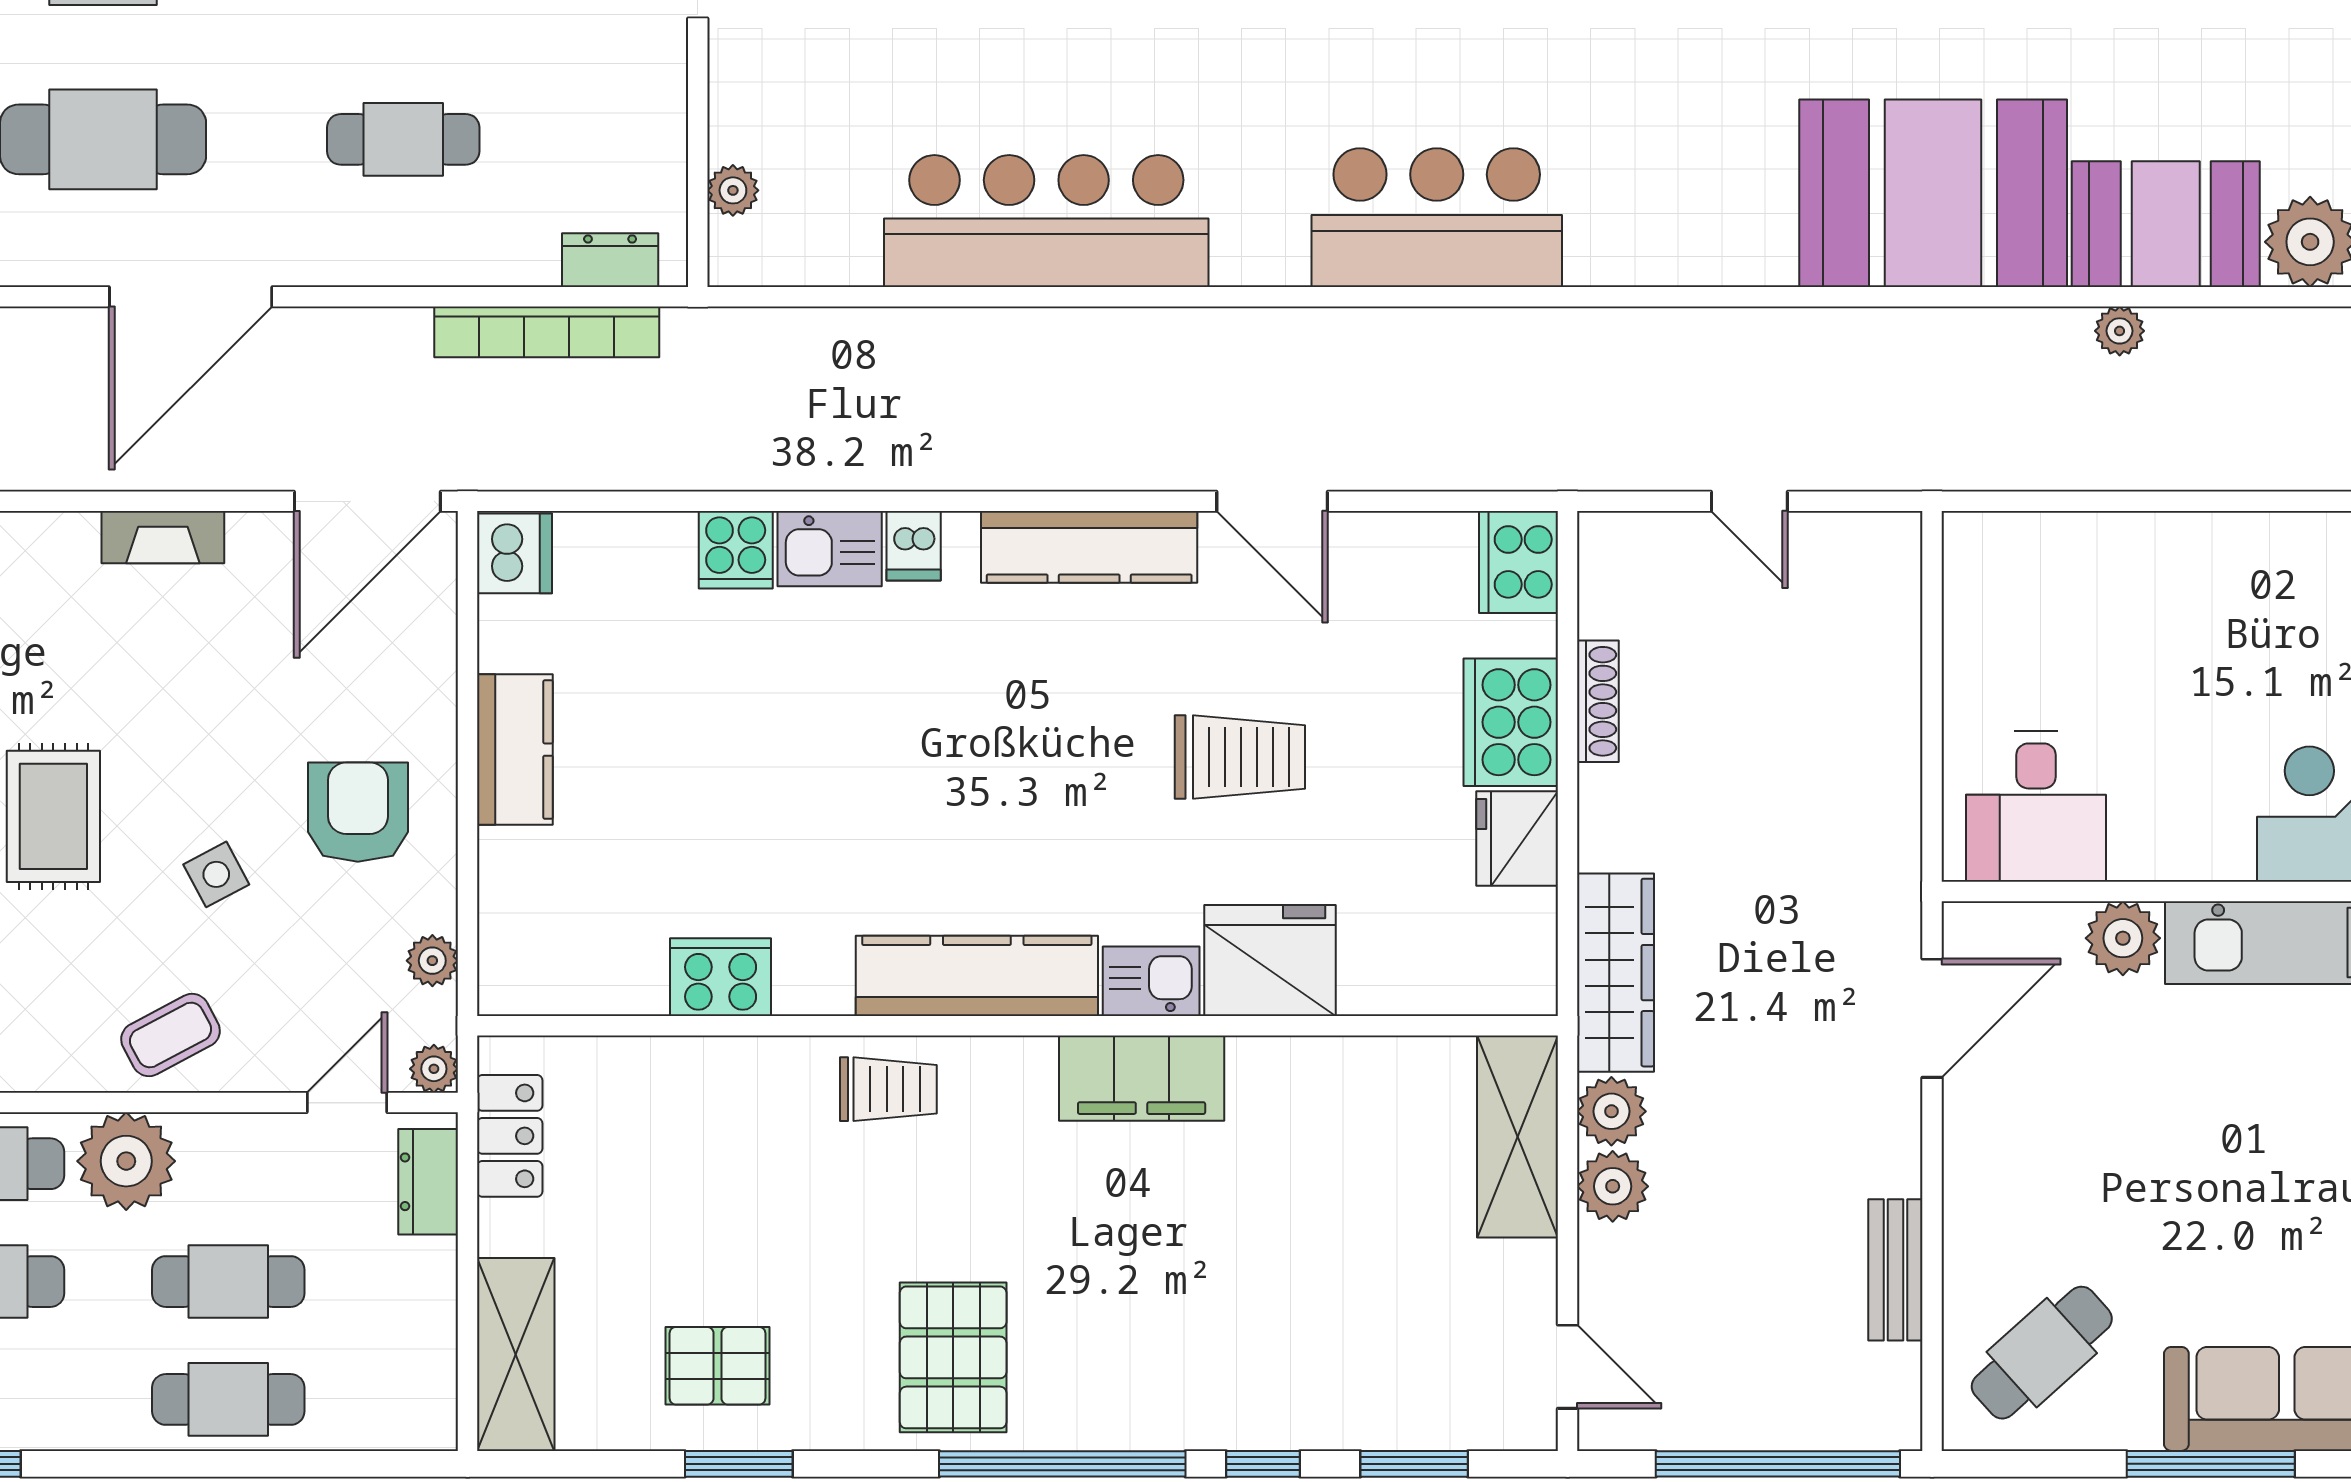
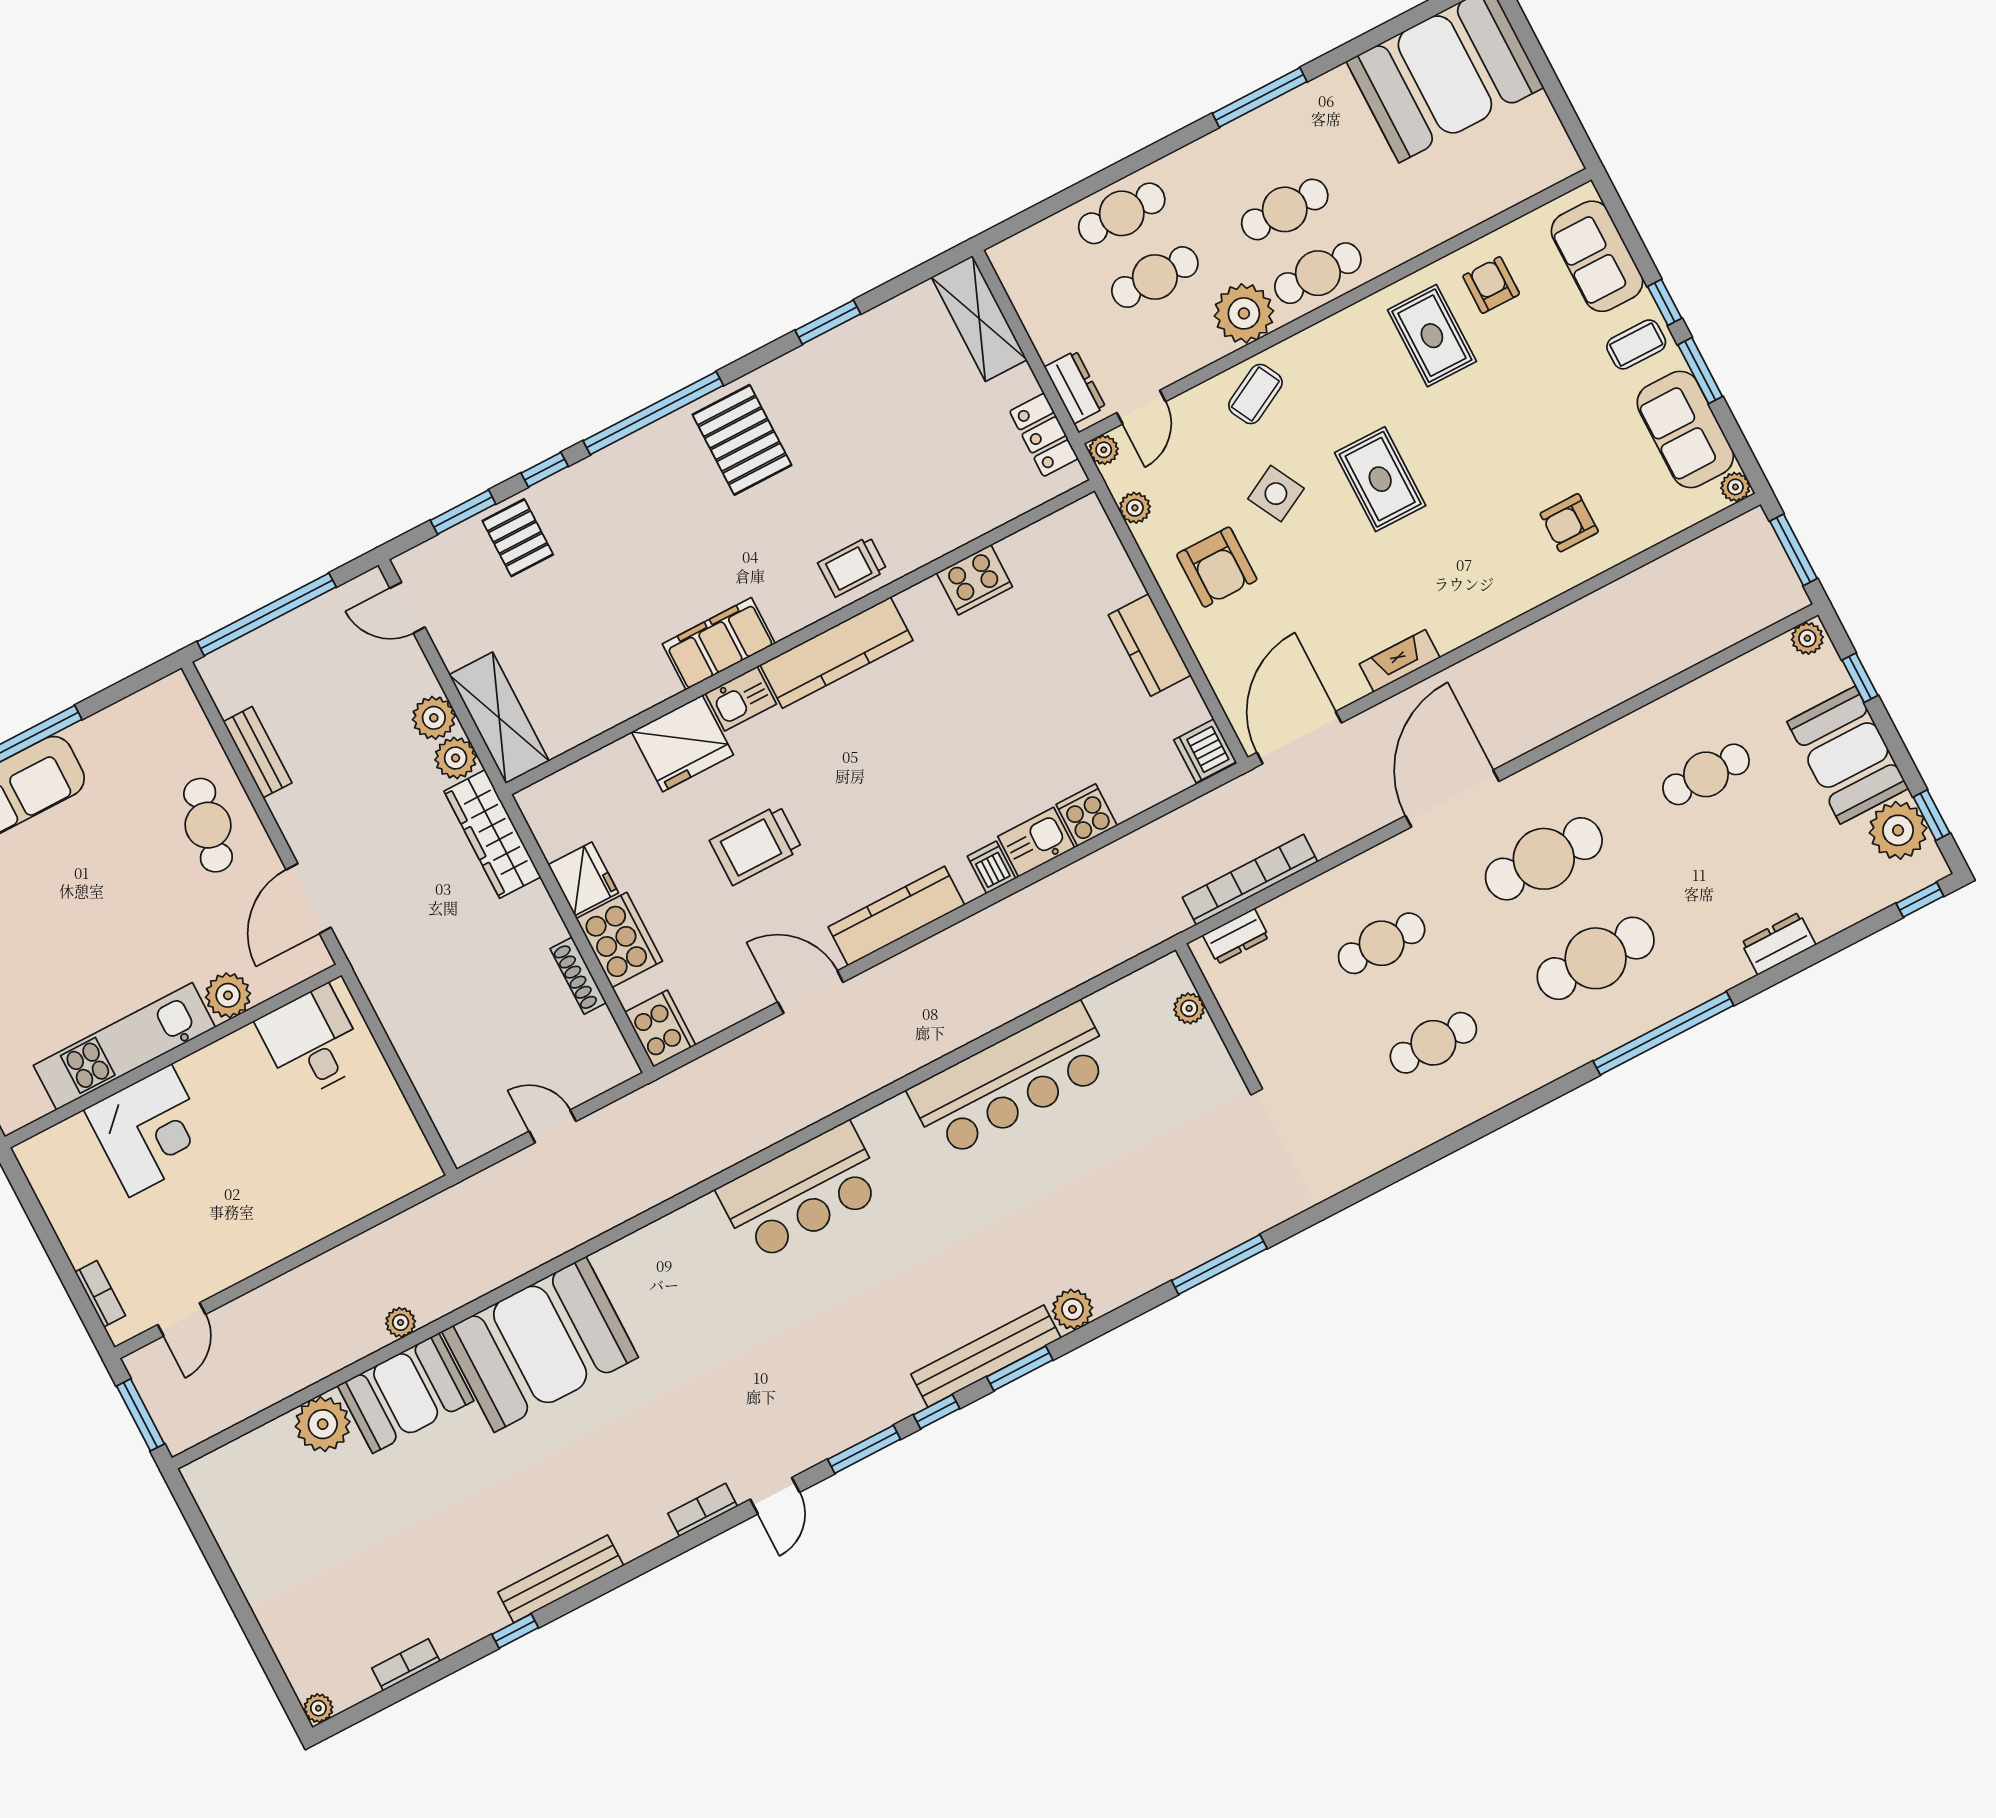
side table: (216, 874) -> (1276, 494), width x1.37, depth x1.37
cafe table: (2042, 1353) -> (208, 825), moved, turned -35
pallet: (718, 1366) -> (518, 538), moved, turned 90

